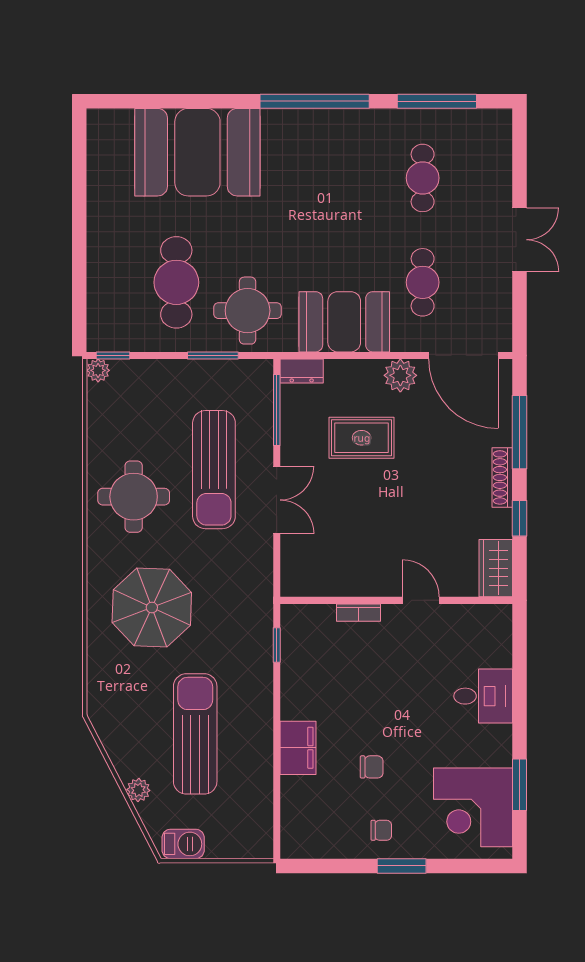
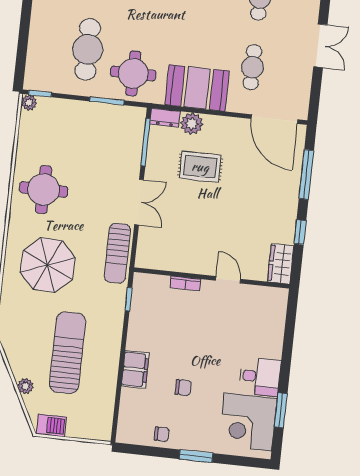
plant: (400, 375) -> (192, 124), moved
sun lounger: (214, 470) -> (117, 253), moved, width x0.73, depth x0.75
shoe rack: (502, 477) -> (292, 204), removed
desk: (483, 696) -> (260, 377), moved
chair: (381, 830) -> (162, 434), moved

